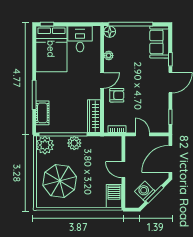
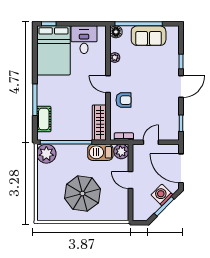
sofa: (159, 42) -> (149, 36), moved, turned -90
door: (102, 80) -> (108, 84), swing flipped
door: (142, 134) -> (151, 142), hinge flipped
plant: (74, 143) -> (121, 151), moved
door: (170, 159) -> (181, 168), hinge flipped
parasol: (60, 181) -> (82, 194), moved
washing machine: (145, 191) -> (162, 195), moved
barbecue: (114, 196) -> (100, 152), moved, turned -90

